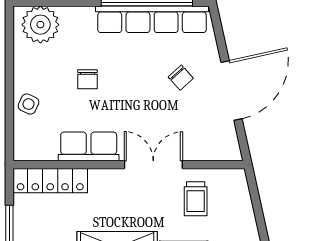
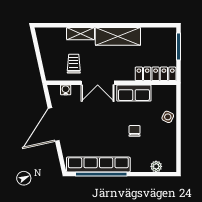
plant: (40, 25) -> (156, 166), width x0.53, depth x0.53
chair: (181, 78) -> (82, 132), removed
water cooler: (210, 152) -> (66, 90), added

